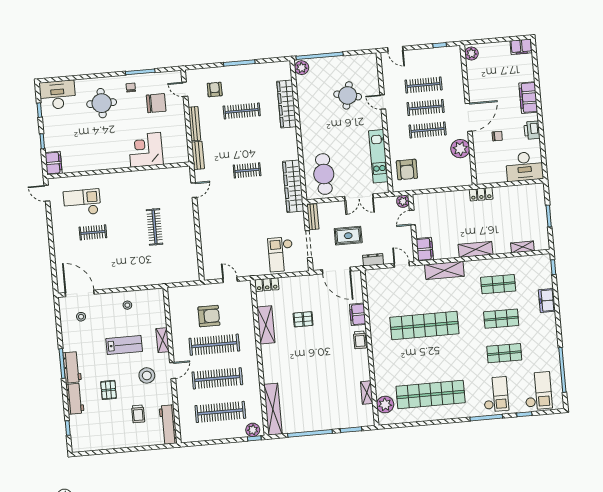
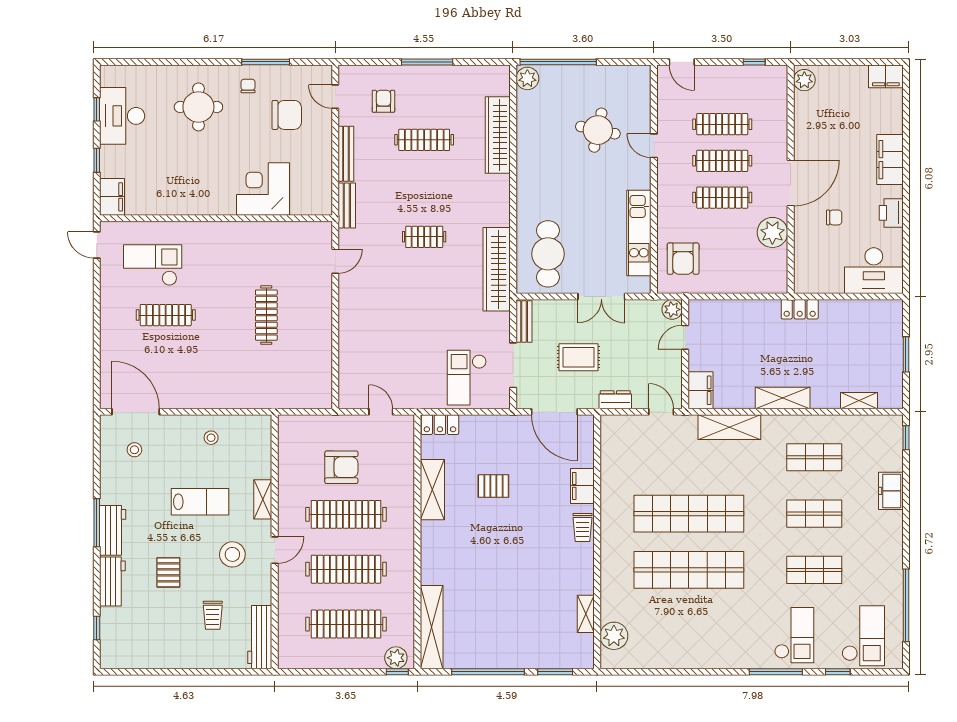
desk: (57, 95) -> (122, 116), moved, turned -90
clothes rail: (93, 232) -> (166, 315), width x1.36
shop shelf: (431, 395) -> (689, 570), moved

